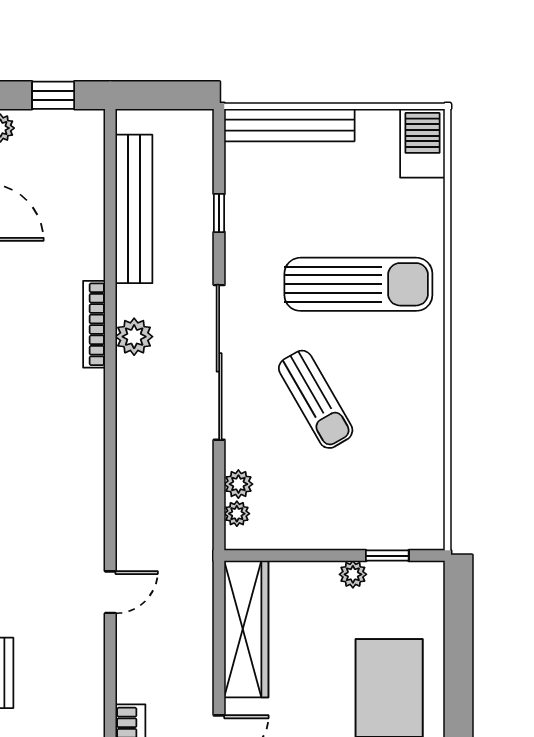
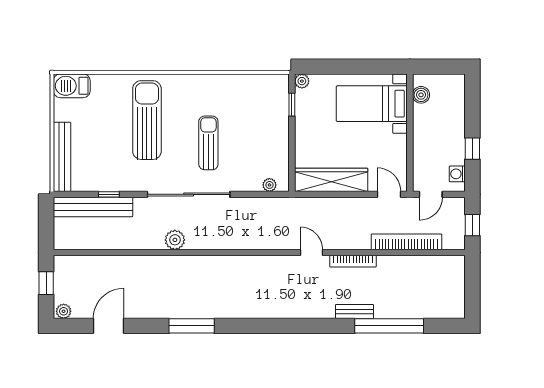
bench: (134, 209) -> (93, 207), moved
bookcase: (94, 324) -> (353, 261), moved
sun lounger: (316, 399) -> (208, 143), turned -60
plant: (238, 484) -> (254, 184), removed
plant: (353, 574) -> (302, 81), moved

